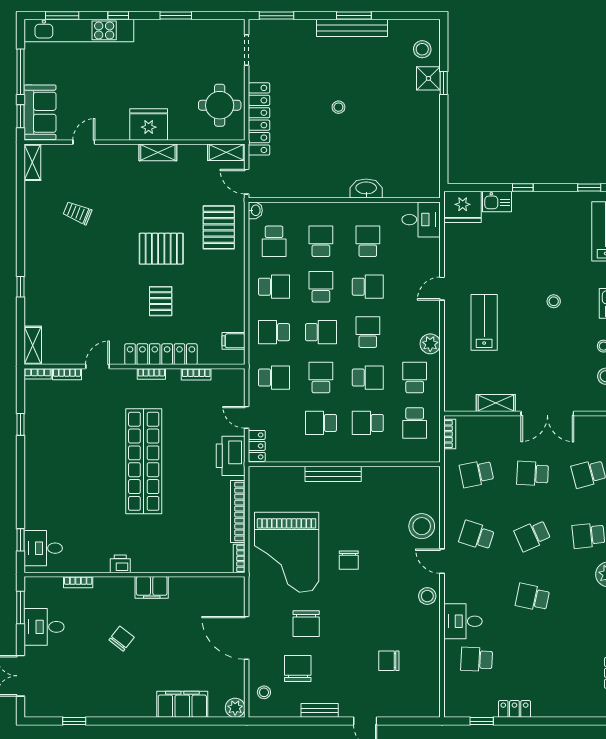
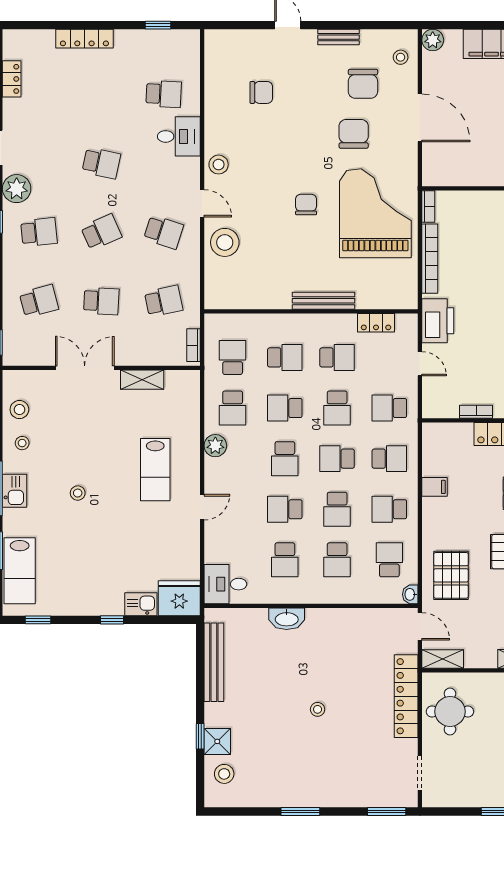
bench: (352, 28) -> (214, 662), moved, turned 90
filing cabinet: (234, 341) -> (434, 487), moved
locker: (257, 446) -> (376, 323), moved, turned -90
locker: (514, 709) -> (84, 39), moved, width x1.53

